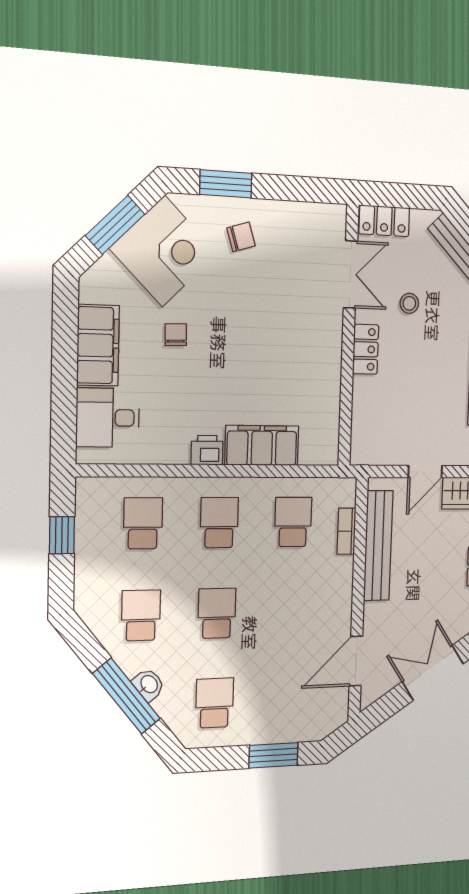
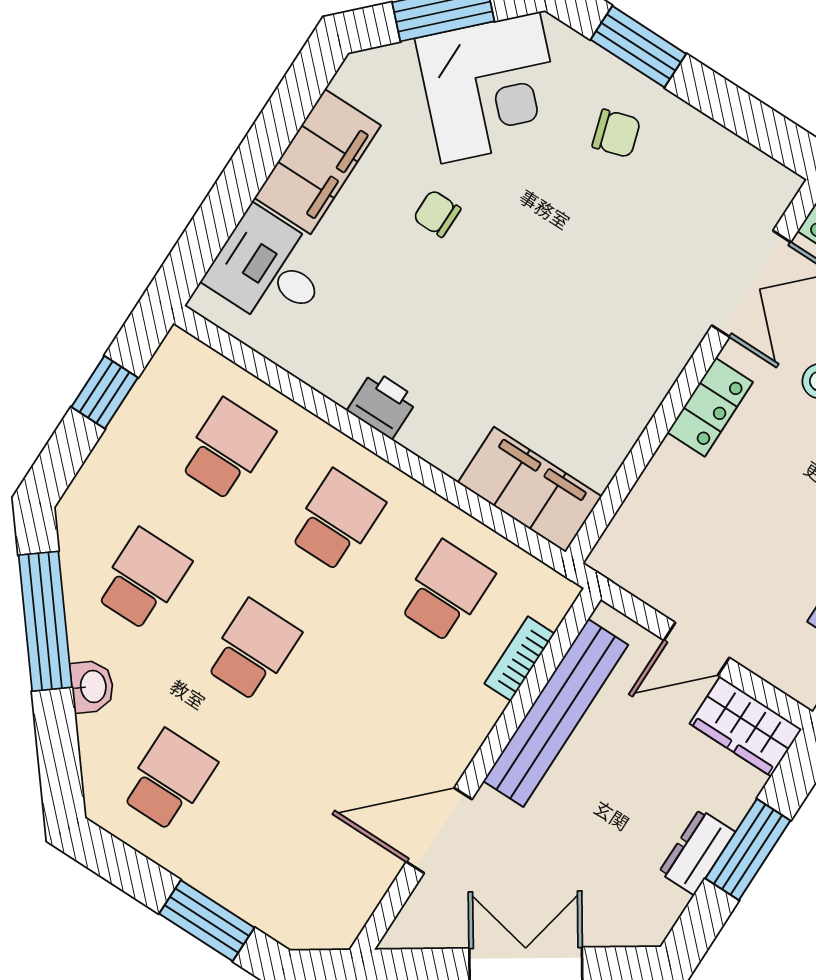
chair: (176, 335) -> (437, 214), turned -89
filing cabinet: (262, 445) -> (530, 489), moved
door: (356, 661) -> (439, 831), moved
window: (126, 696) -> (45, 621), moved

